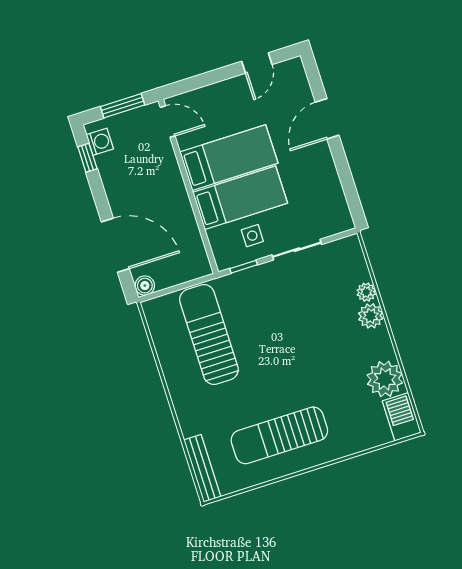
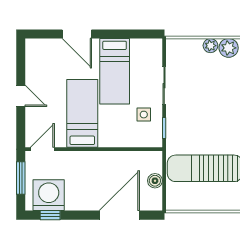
door: (257, 63) -> (21, 96), moved
washing machine: (100, 142) -> (49, 195), width x1.89, depth x1.89
bed: (240, 198) -> (115, 71), moved, turned 180
boiler: (145, 286) -> (155, 181), moved

